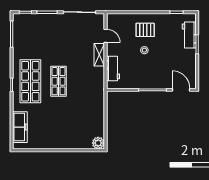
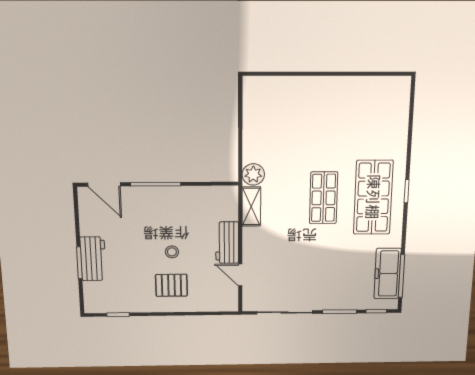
workbench: (189, 35) -> (93, 259), moved
shelving: (99, 55) -> (251, 206), moved
workbench: (113, 68) -> (227, 243), moved
freezer: (20, 127) -> (388, 274), moved
plant: (98, 143) -> (253, 174), moved

